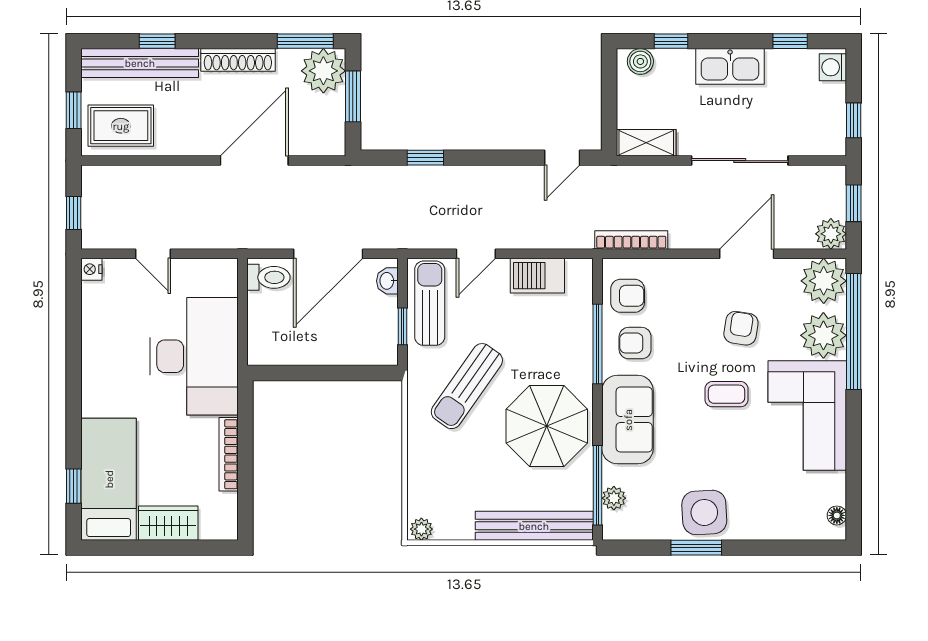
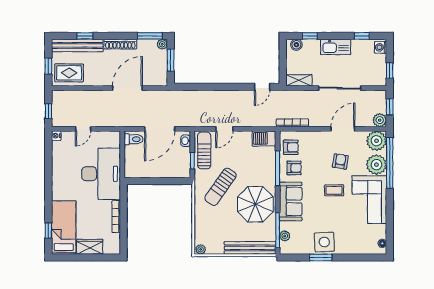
plant: (323, 71) -> (162, 44), width x0.53, depth x0.53
window: (425, 158) -> (202, 87), removed
door: (153, 254) -> (83, 129), hinge flipped
barbecue: (537, 276) -> (264, 138), moved
armchair: (635, 343) -> (294, 168), turned 180

